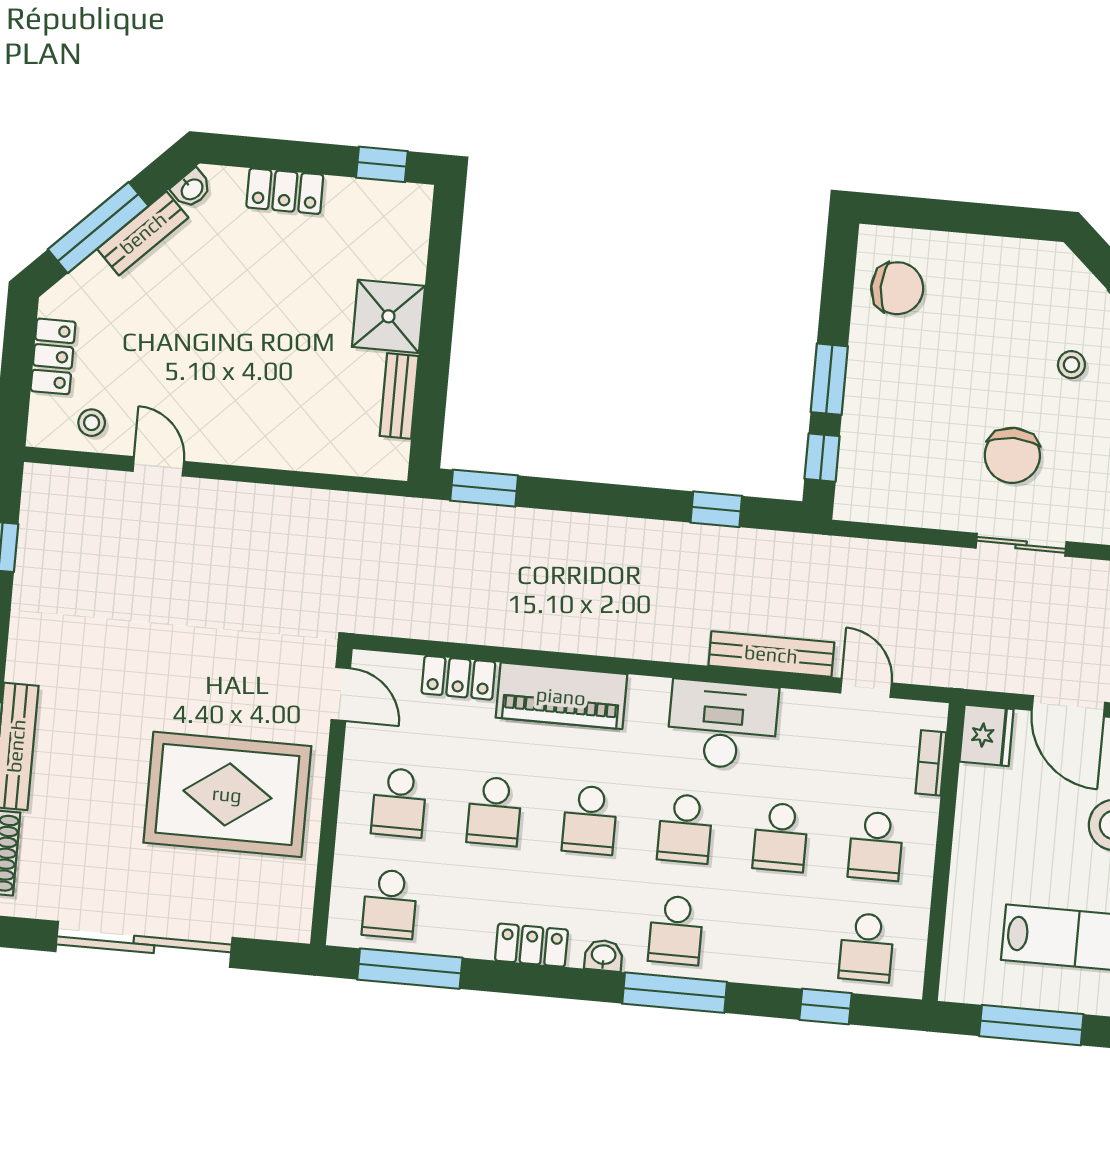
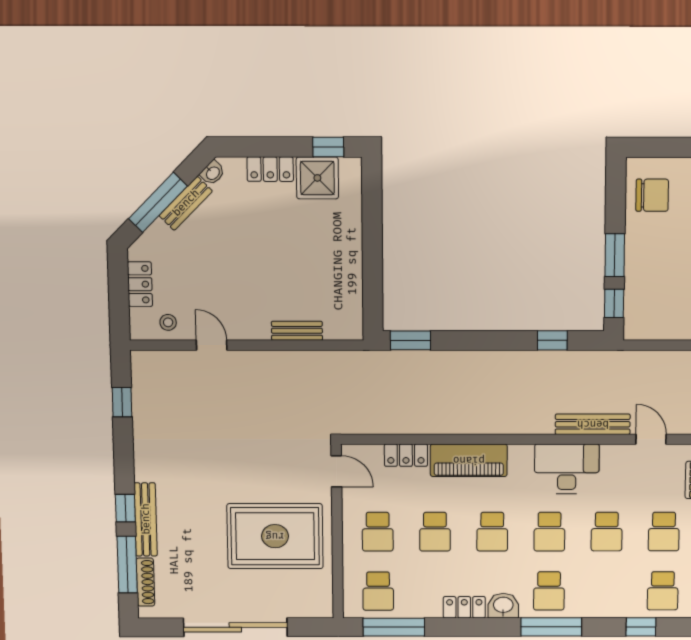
shower: (388, 316) -> (317, 178), moved
bench: (399, 396) -> (297, 331), moved, turned 90
washbasin: (604, 956) -> (503, 606), width x1.38, depth x1.45

